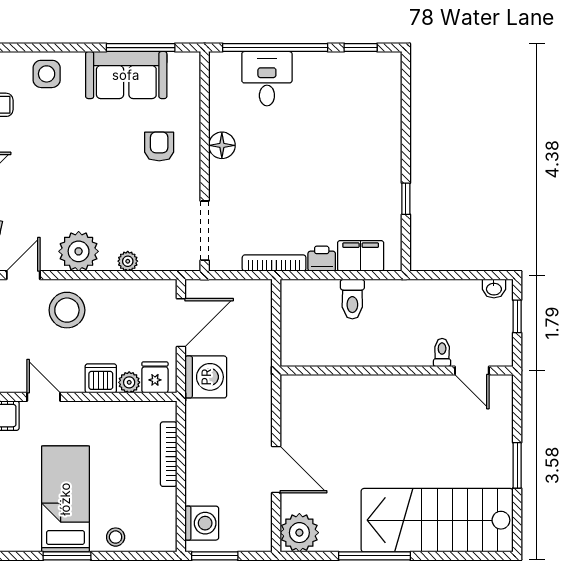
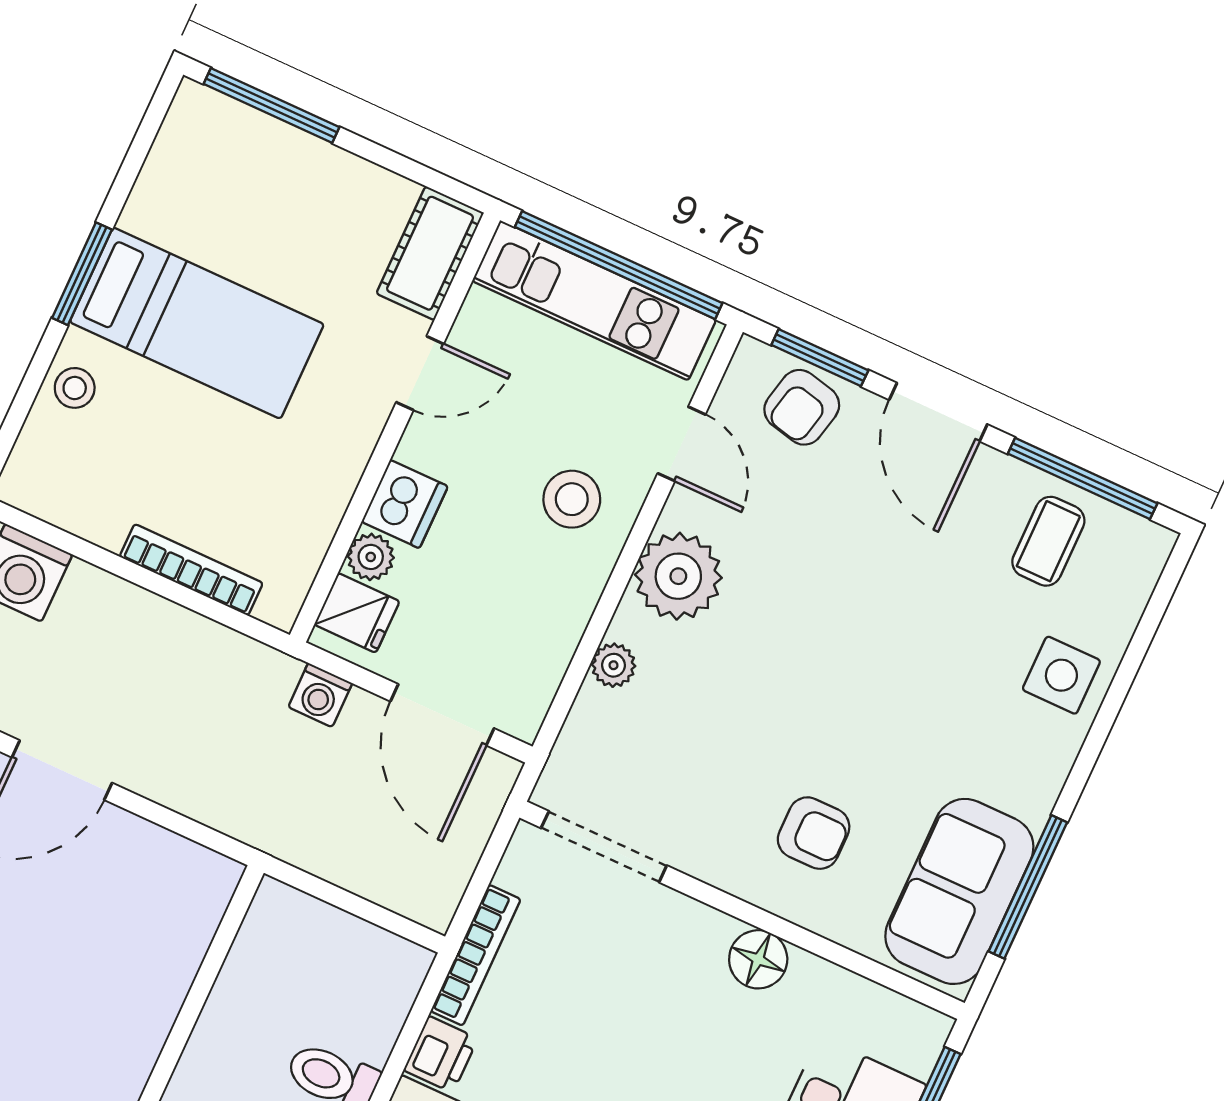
sofa: (126, 75) -> (959, 891), moved
stool: (67, 310) -> (572, 499), width x0.73, depth x0.73
washing machine: (206, 377) -> (320, 695), width x0.53, depth x0.53

